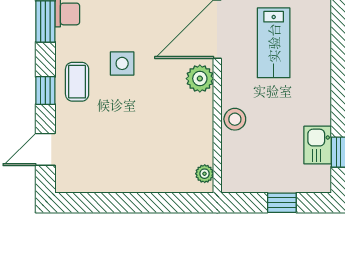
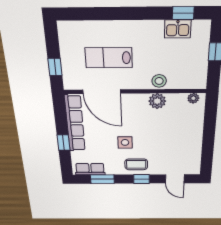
lab bench: (274, 43) -> (109, 58), turned 180
plant: (200, 79) -> (157, 101), moved

